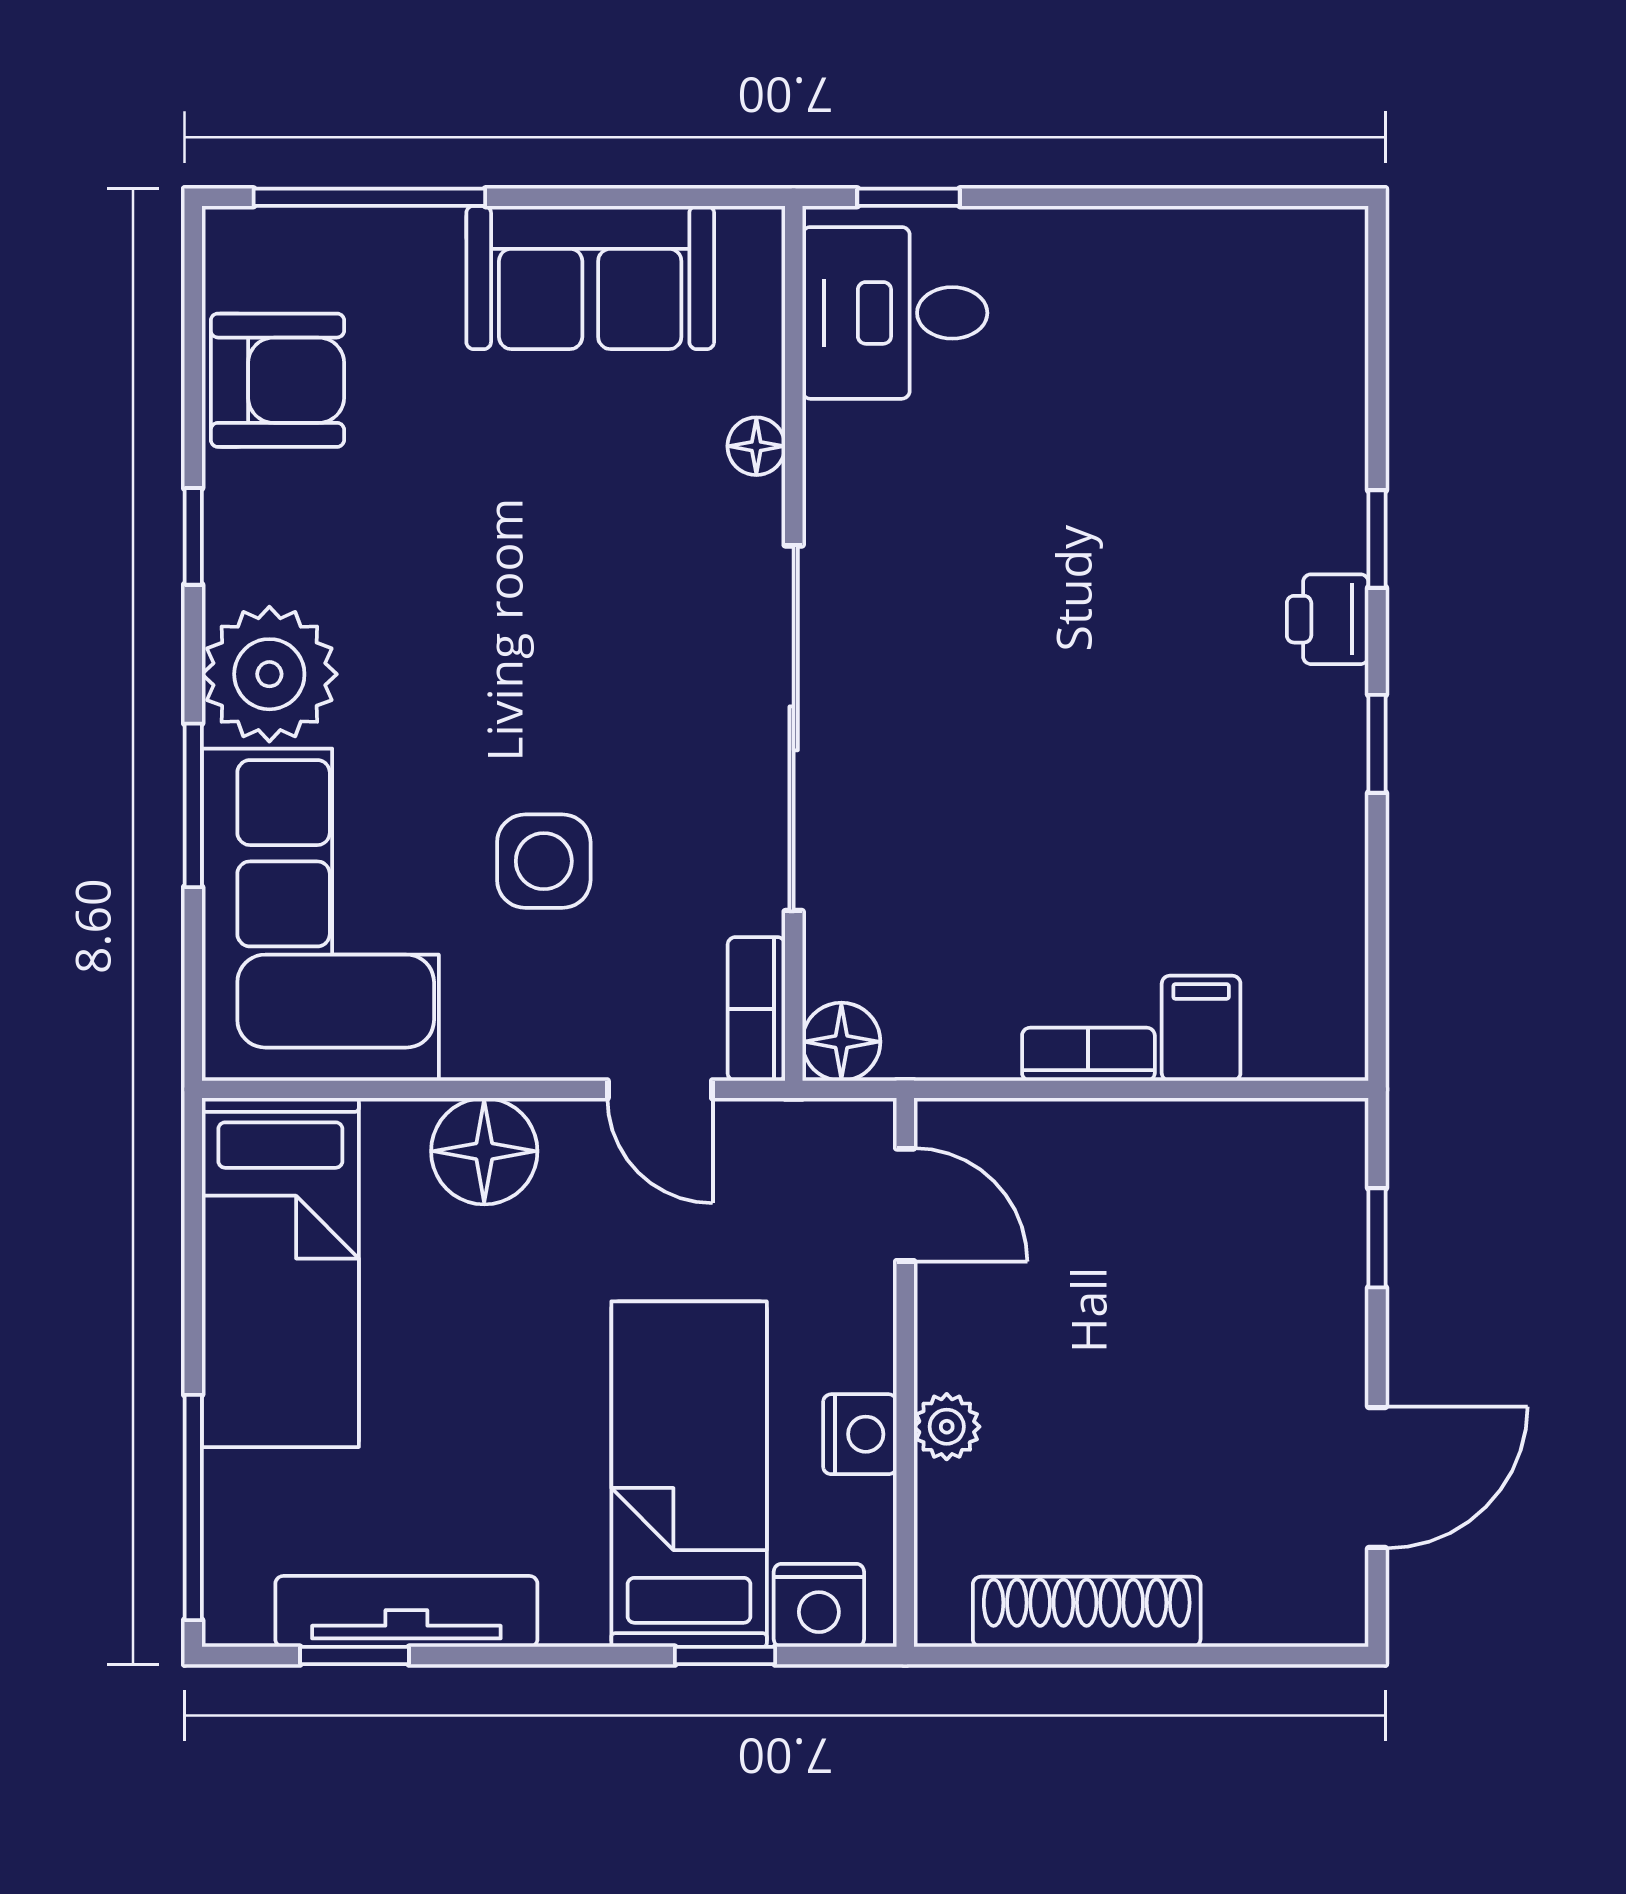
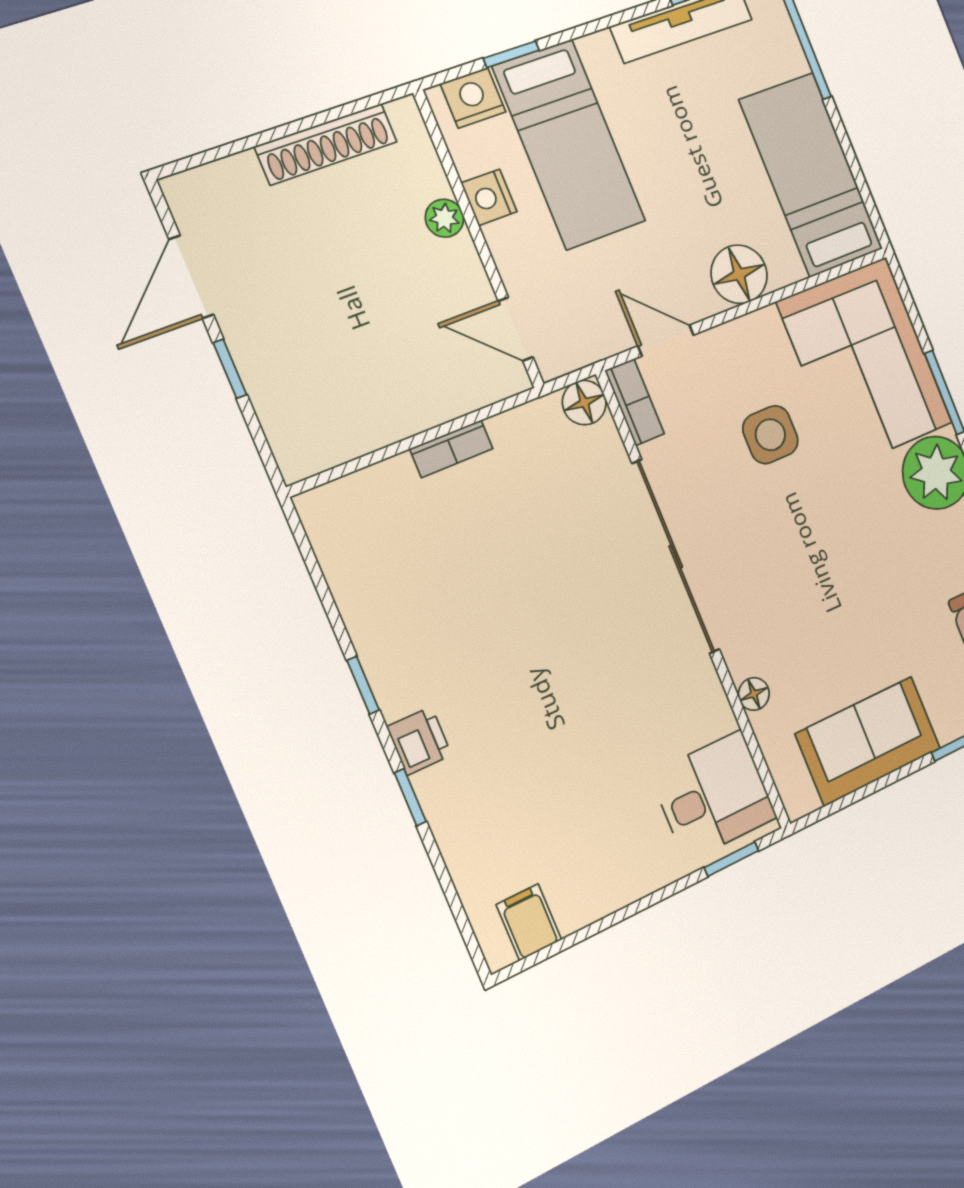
filing cabinet: (1201, 1028) -> (529, 922), moved, turned 180
window: (1377, 1238) -> (230, 369), moved

